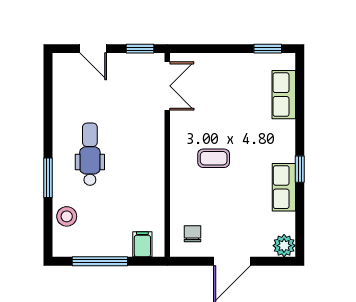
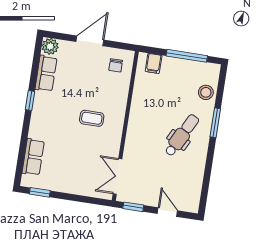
dental chair: (90, 154) -> (182, 135), turned -153
row of seats: (284, 187) -> (46, 73), moved

